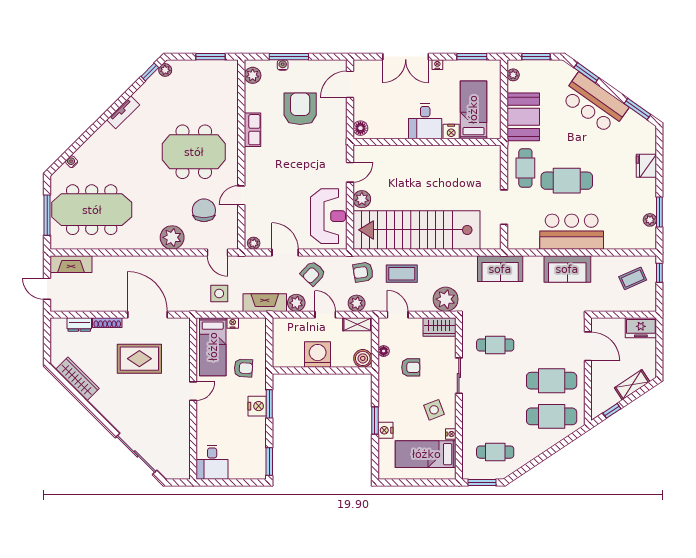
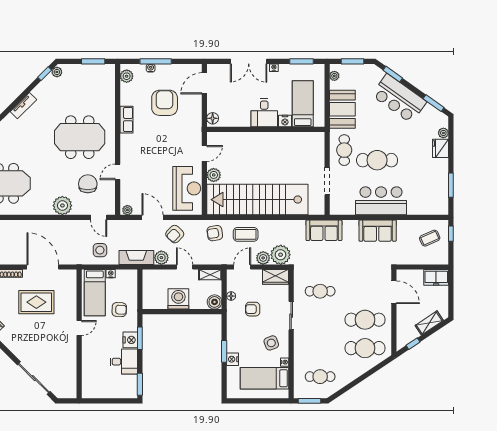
plant: (650, 220) -> (443, 133), moved
plant: (357, 303) -> (263, 258), moved
door: (398, 315) -> (242, 267), hinge flipped
armchair: (411, 367) -> (253, 309), turned 180
desk: (212, 462) -> (124, 362), moved, turned -90

